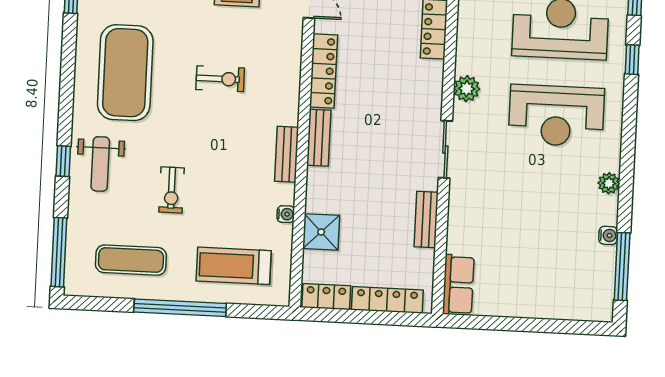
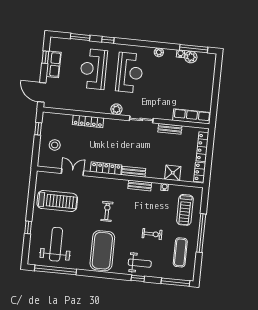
exercise mat: (125, 73) -> (102, 251), turned 90
plant: (601, 261) -> (191, 57), added
row of seats: (458, 285) -> (192, 116), width x1.48

